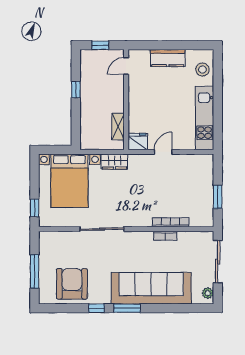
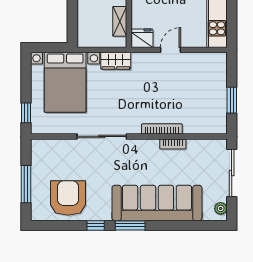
bookcase: (171, 222) -> (162, 129), moved

